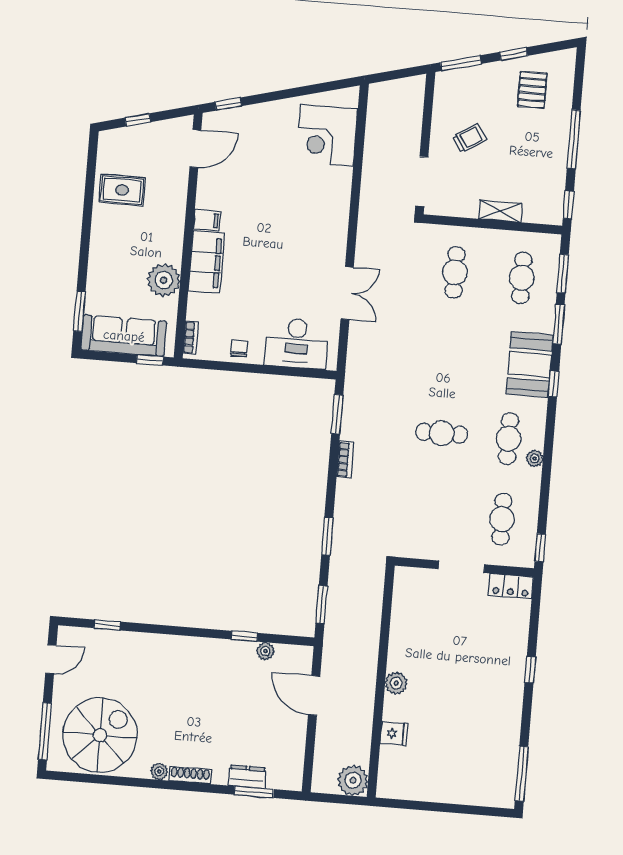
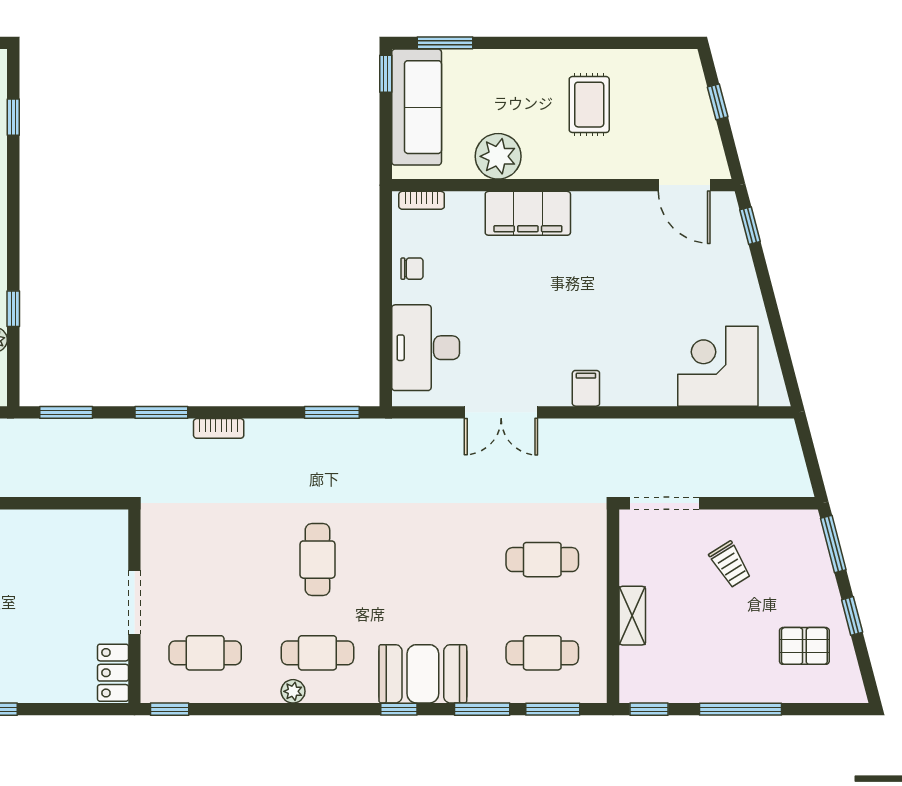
rug: (122, 190) -> (589, 105), moved
filing cabinet: (207, 220) -> (586, 388), moved, turned 180
window: (150, 360) -> (386, 74), moved
bookcase: (345, 460) -> (219, 428), moved

